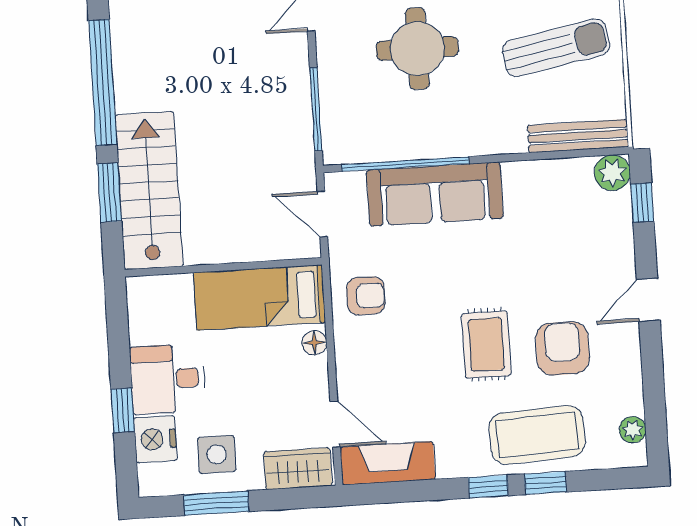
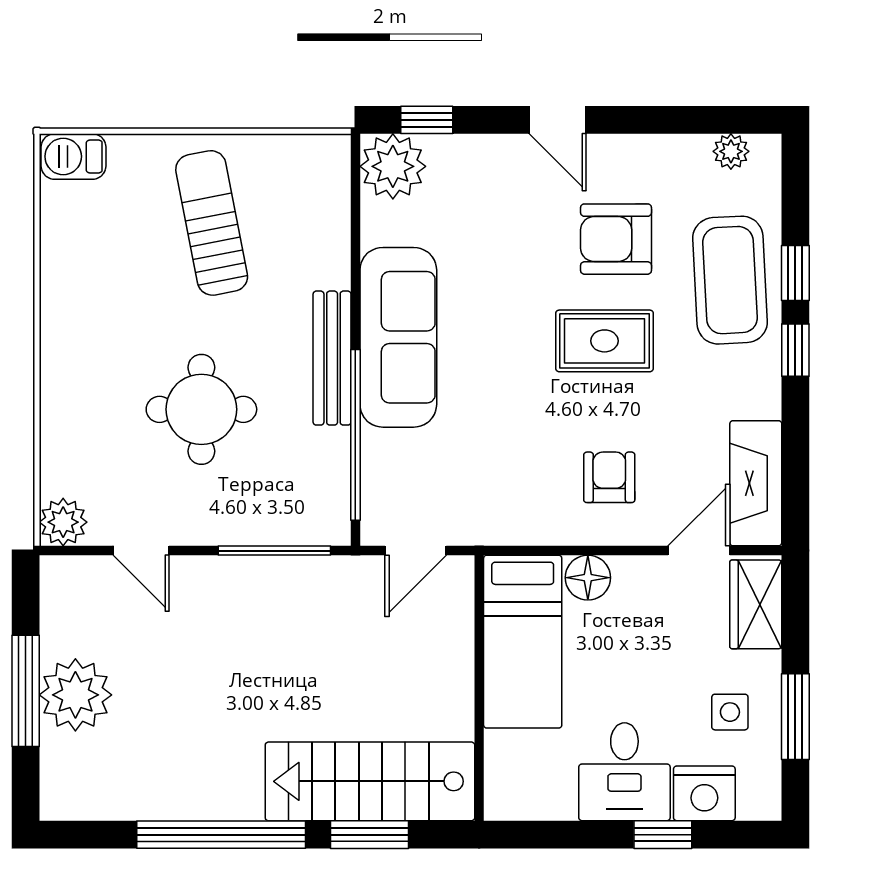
bench: (578, 136) -> (332, 358), moved
plant: (612, 173) -> (393, 166), width x1.36, depth x1.36
sofa: (435, 194) -> (398, 337), moved
armchair: (366, 296) -> (609, 477), moved
floor lamp: (315, 343) -> (588, 578), width x1.37, depth x1.37
side table: (217, 454) -> (730, 712), width x0.73, depth x0.73

